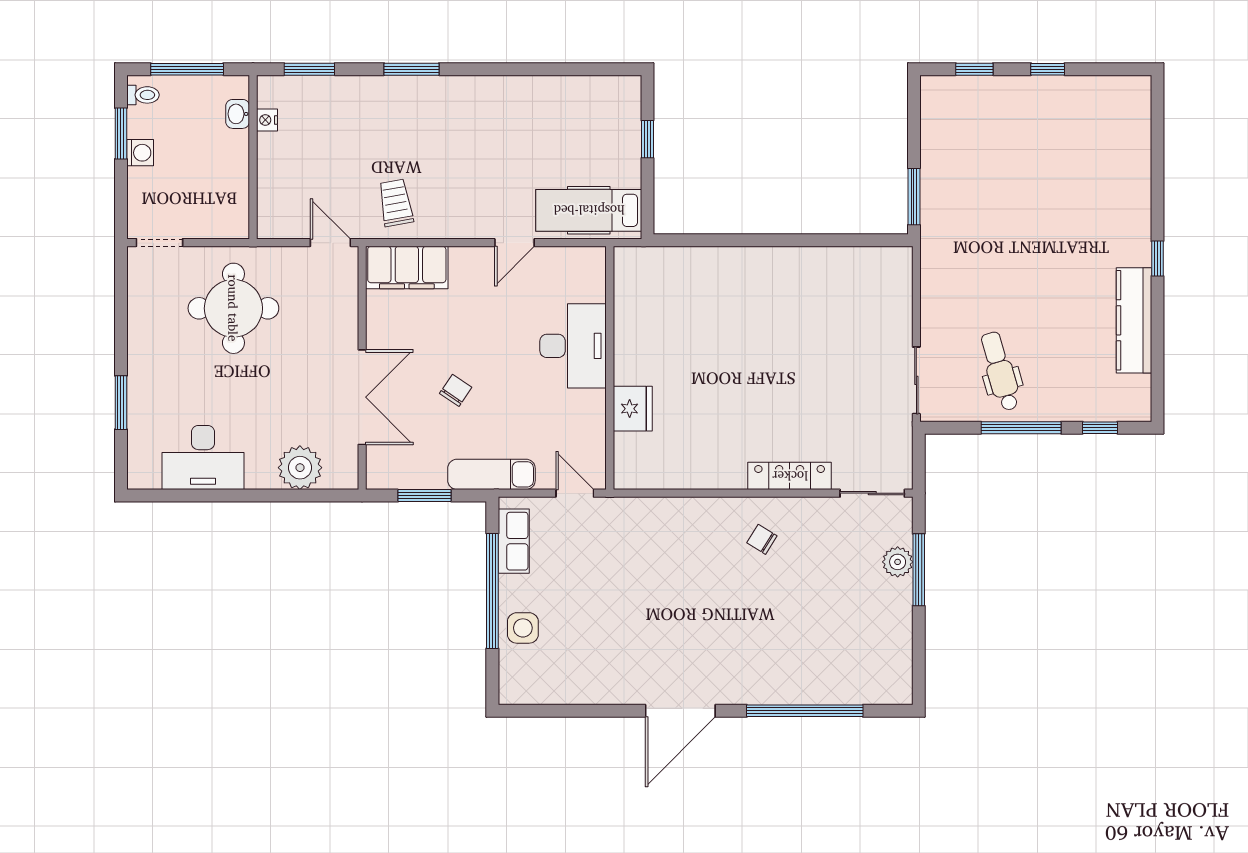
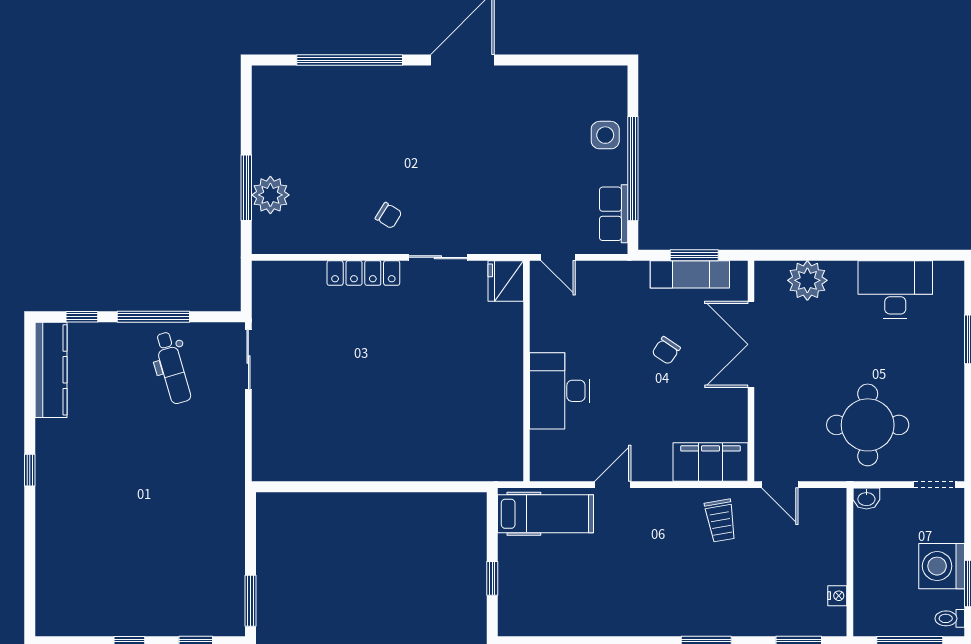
washbasin: (238, 114) -> (866, 498), moved, turned 90
washing machine: (140, 153) -> (942, 566), width x1.89, depth x1.89
window: (914, 197) -> (251, 601), moved
kitchen counter: (1134, 320) -> (51, 370), moved
fridge: (633, 409) -> (506, 281), moved
exam couch: (491, 474) -> (690, 274), moved
sliding door: (872, 493) -> (438, 257), moved
plant: (898, 562) -> (270, 195), width x1.36, depth x1.36

